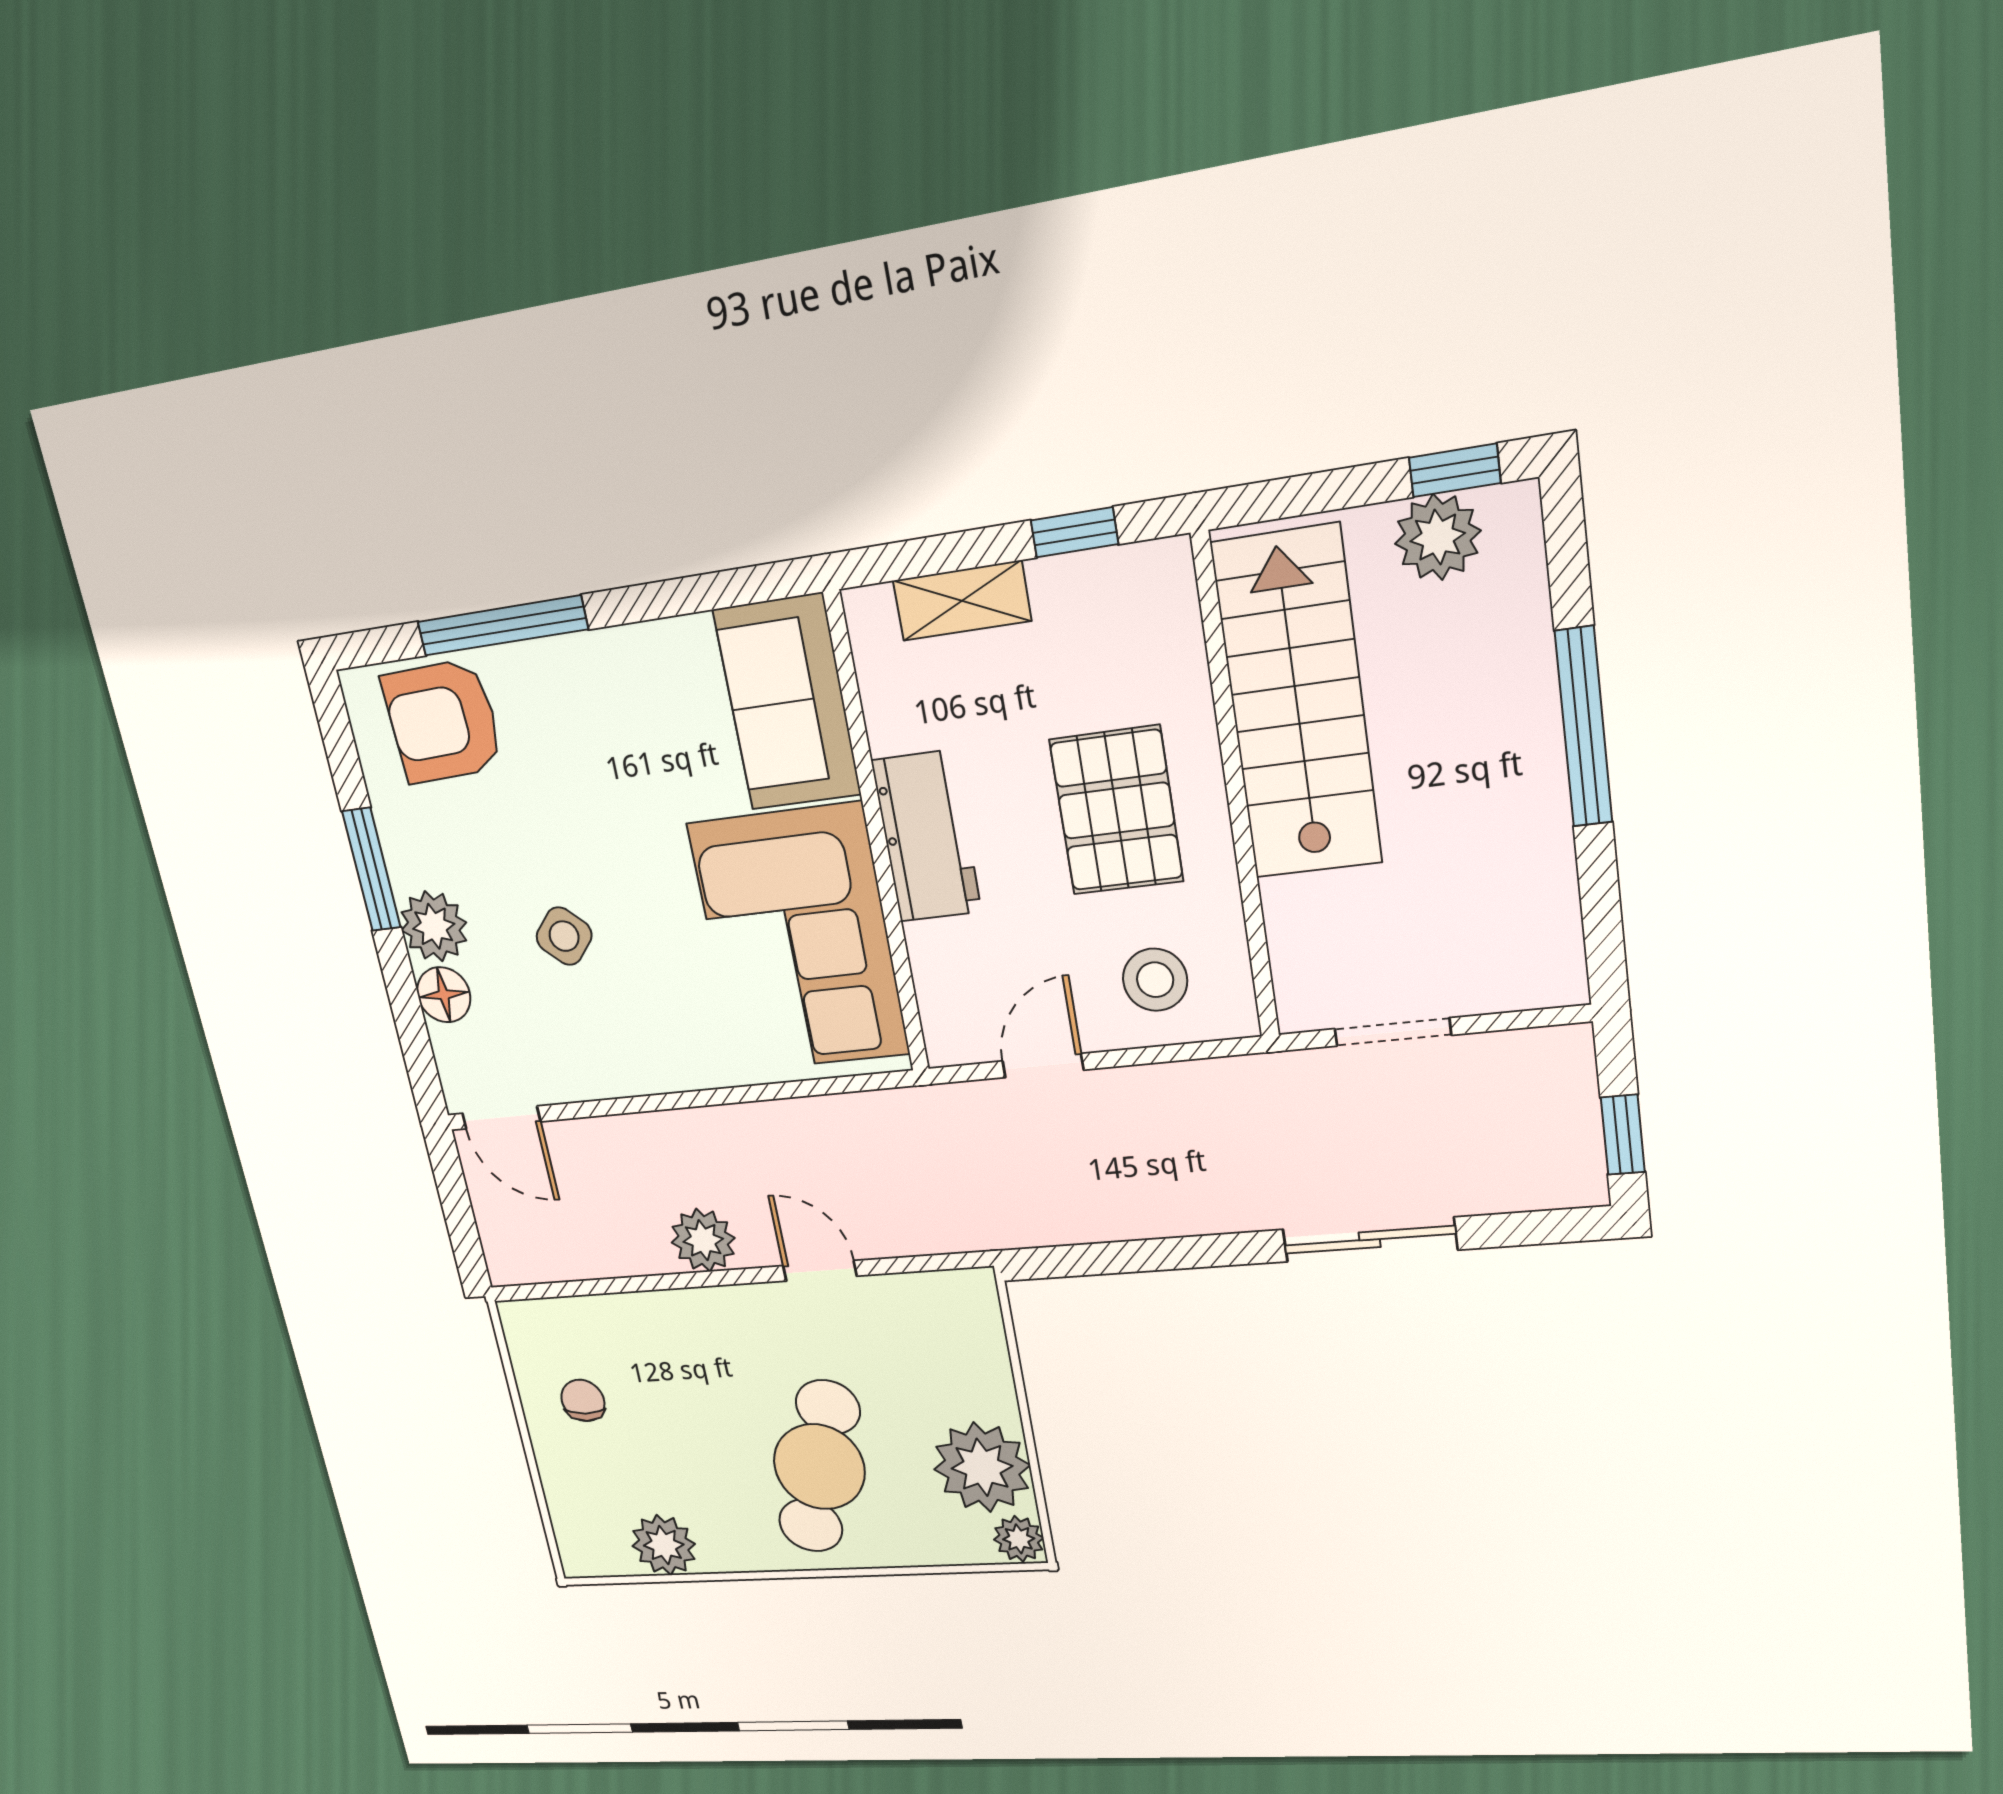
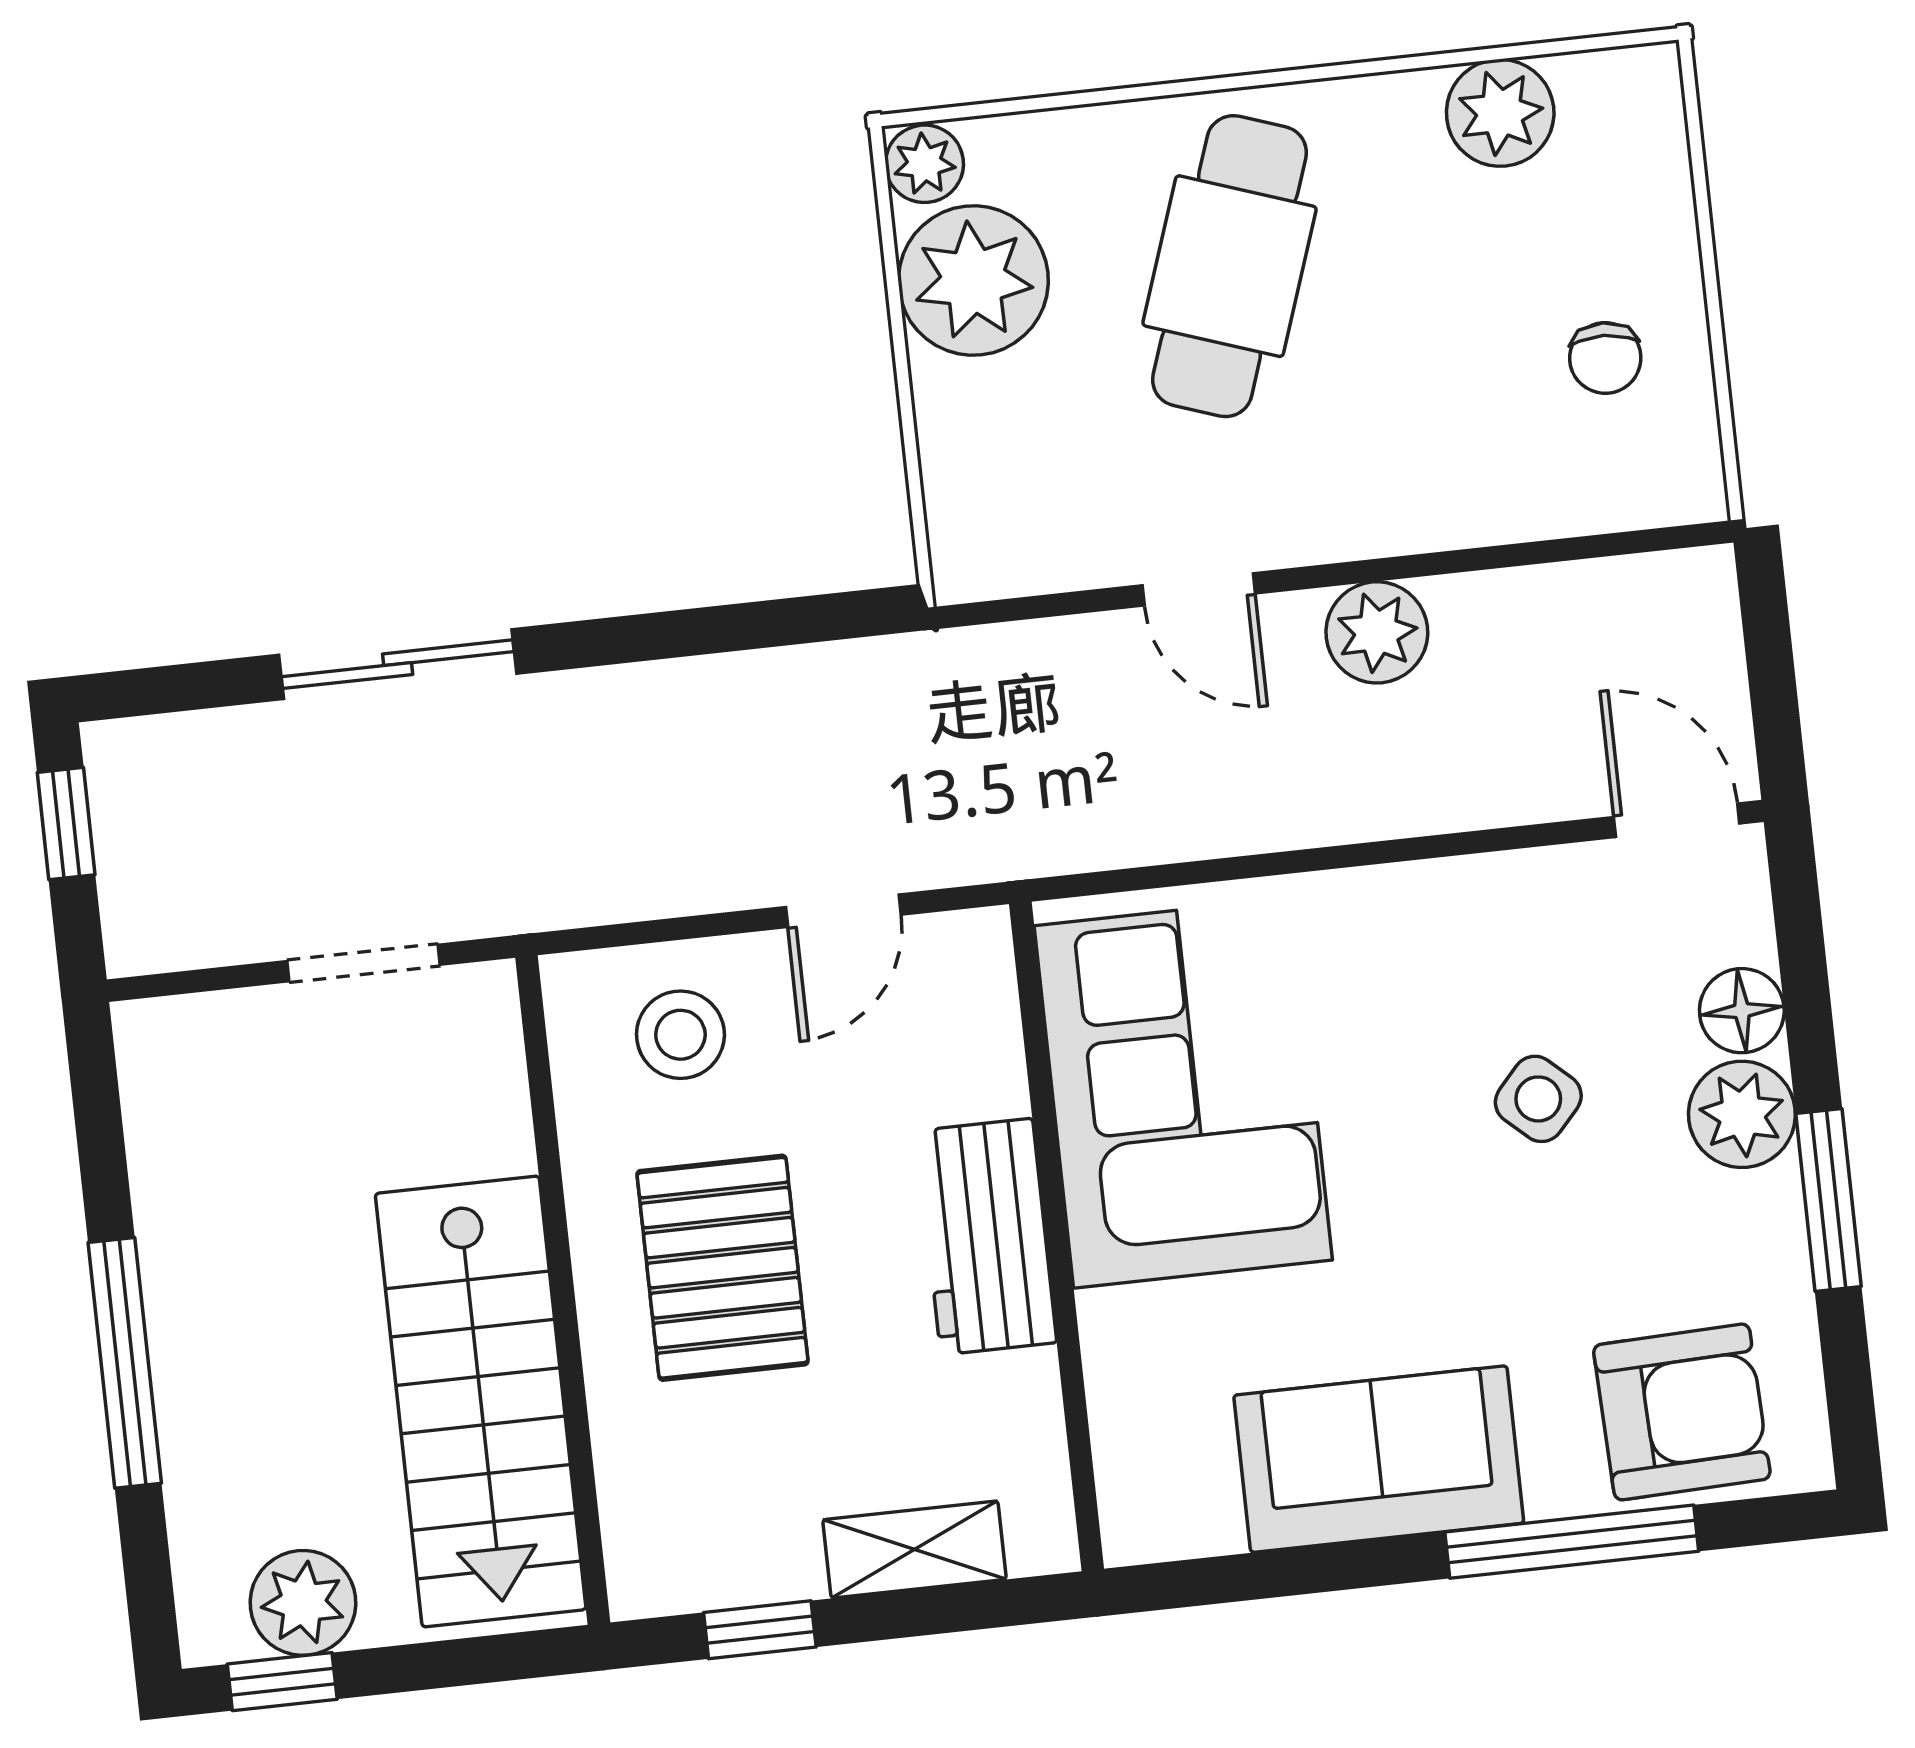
sofa: (787, 703) -> (1379, 1459), moved, turned -90

